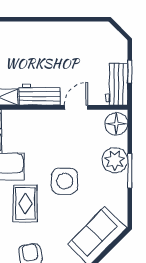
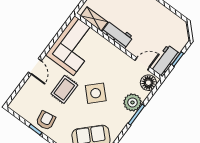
door: (76, 107) -> (142, 64), moved
side table: (65, 181) -> (96, 93), turned 45

